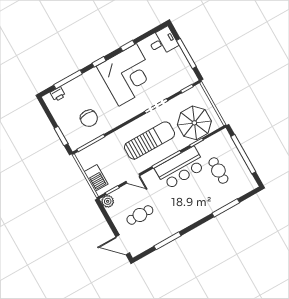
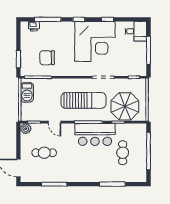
chair: (89, 118) -> (47, 58), turned 90
barbecue: (96, 178) -> (27, 92), moved

